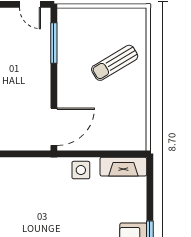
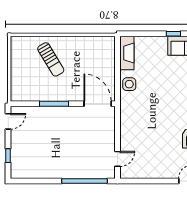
window: (54, 43) -> (54, 104), moved

